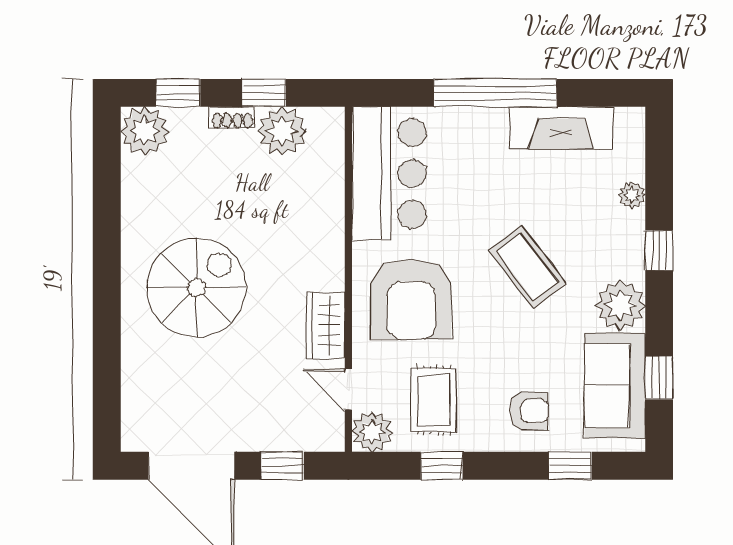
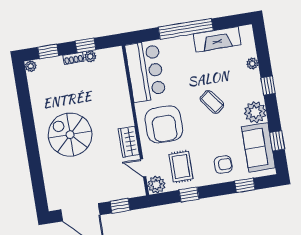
plant: (145, 131) -> (31, 66), width x0.53, depth x0.53
plant: (282, 131) -> (90, 56), width x0.53, depth x0.53
coffee table: (527, 266) -> (212, 102), width x0.73, depth x0.77
spiral stairs: (196, 288) -> (70, 135), turned -90

